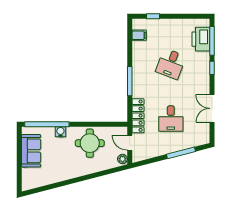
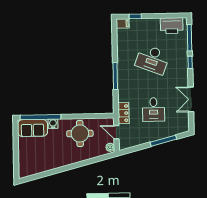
filing cabinet: (139, 35) -> (123, 24), moved
printer: (201, 39) -> (172, 26), moved, turned -90
desk: (171, 64) -> (152, 59), width x1.37
locker: (138, 116) -> (124, 113), width x0.66
sofa: (31, 151) -> (32, 128), moved, turned 90

